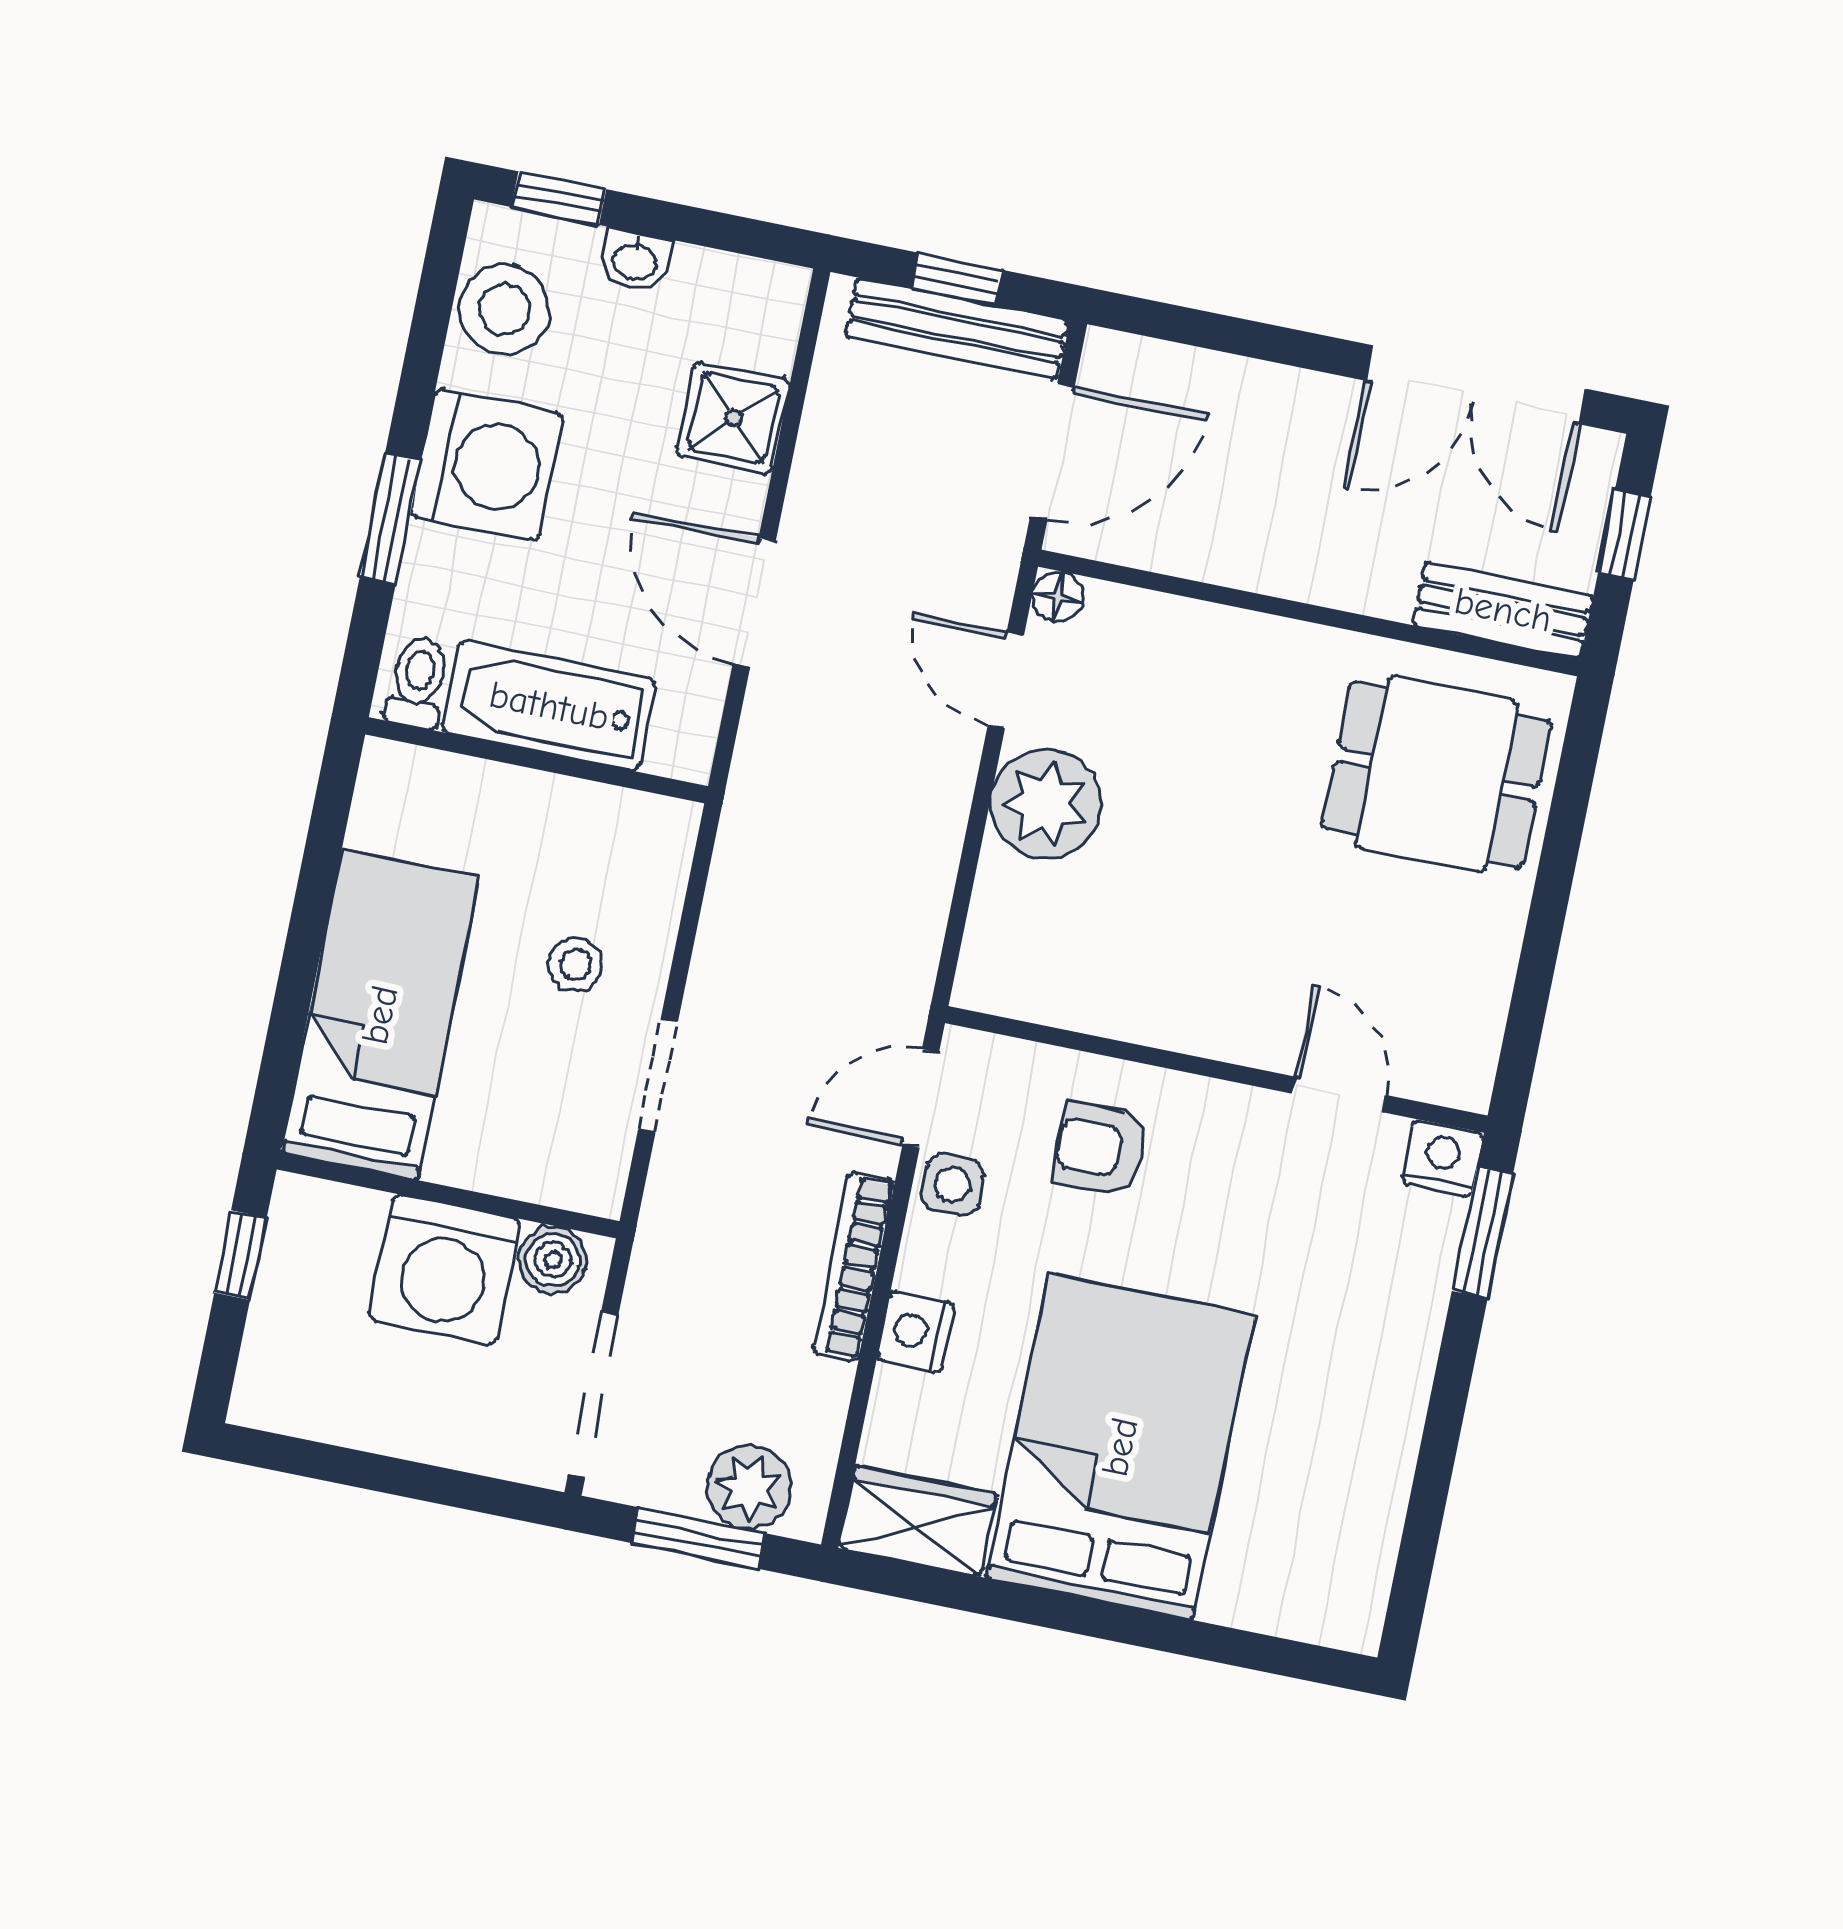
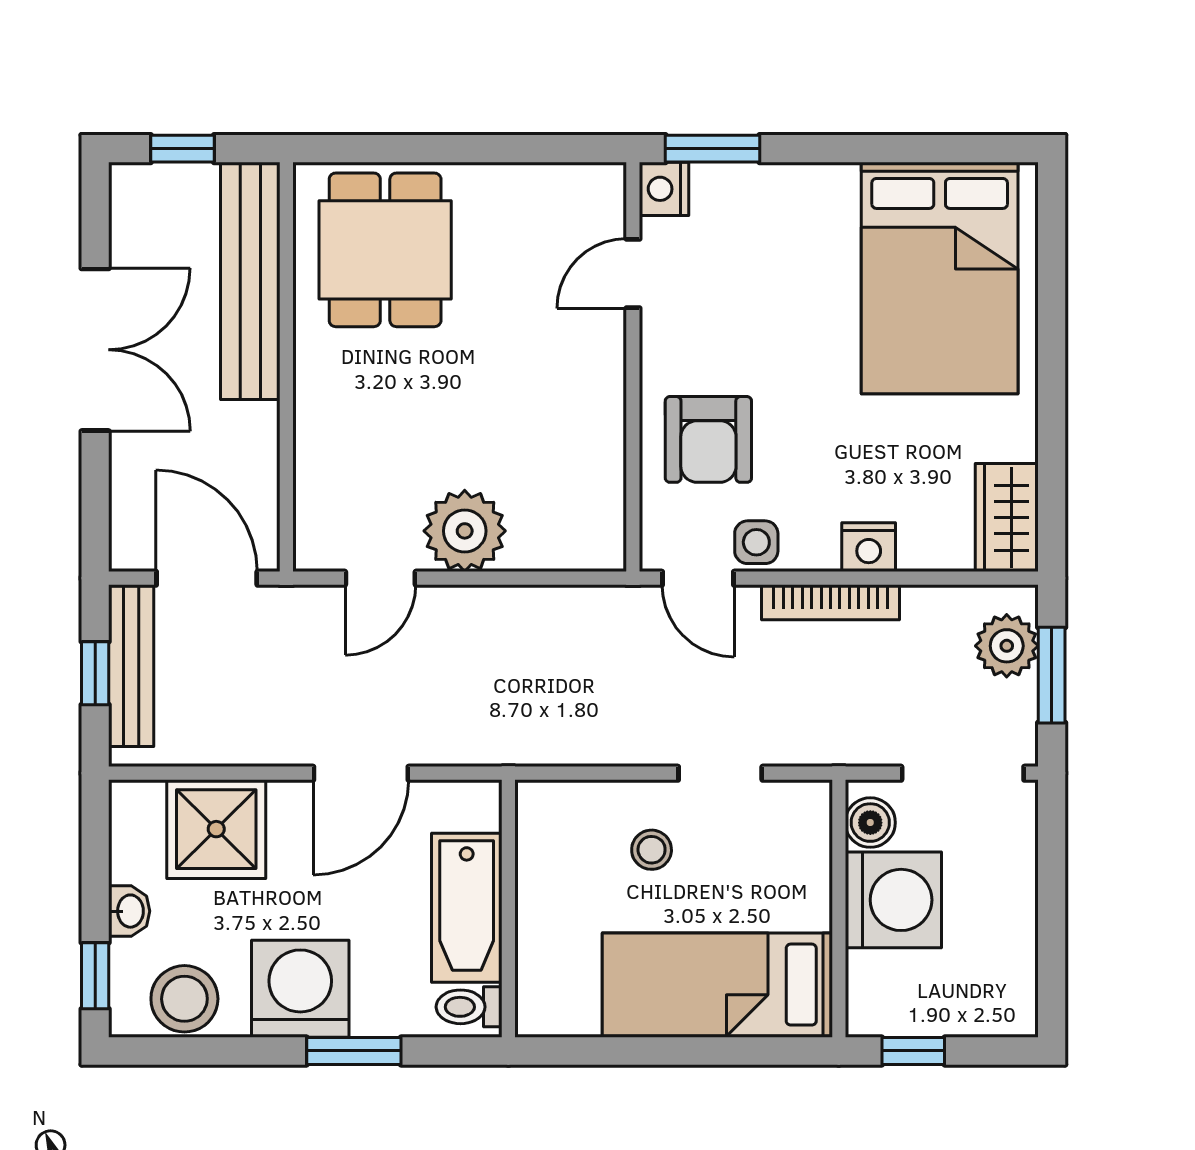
double door: (1476, 385) -> (95, 350), moved
shower: (733, 418) -> (216, 829), width x1.36, depth x1.36
floor lamp: (1058, 596) -> (312, 553), removed
bench: (1503, 610) -> (250, 281), width x1.86, depth x1.21
armchair: (1101, 1149) -> (708, 439), width x1.38, depth x1.38
bed: (1120, 1447) -> (940, 278), moved, turned -90

